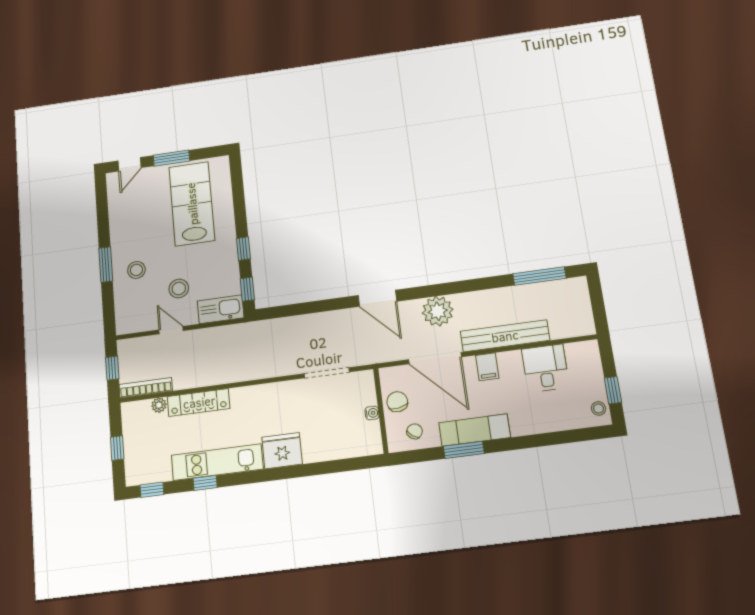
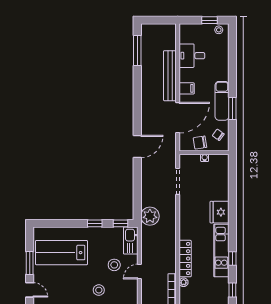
plant: (438, 311) -> (150, 216), moved

